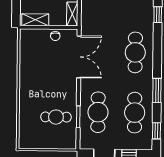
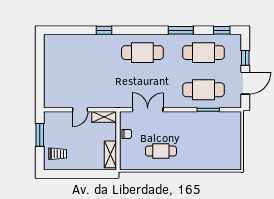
double door: (79, 57) -> (148, 110), width x0.73
cafe table: (56, 117) -> (161, 151), moved, turned 90

